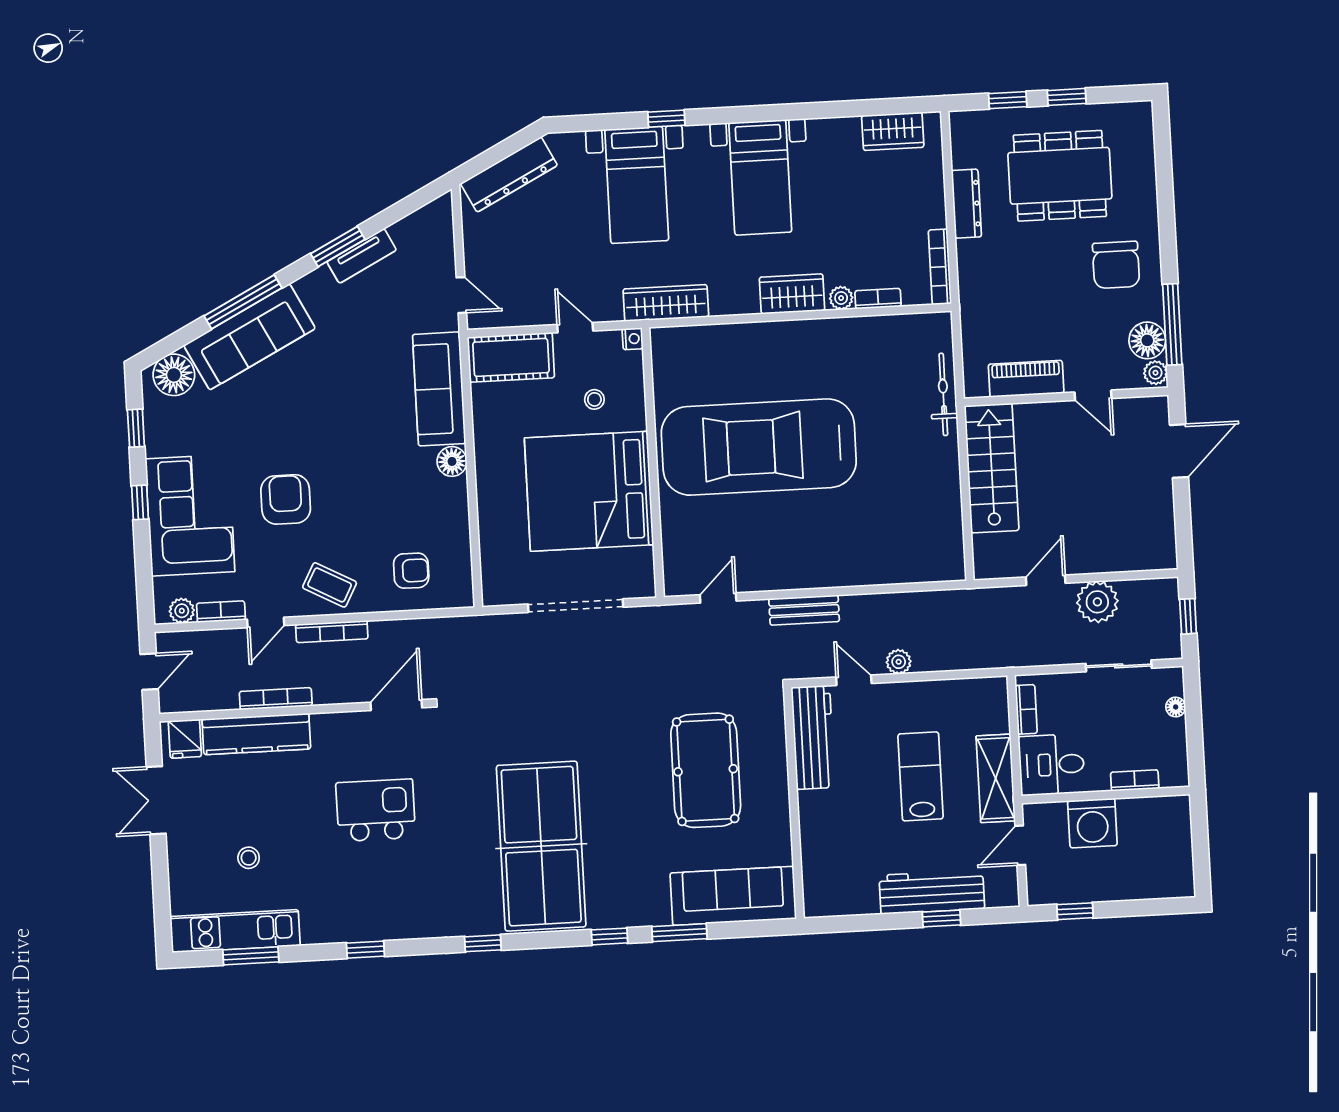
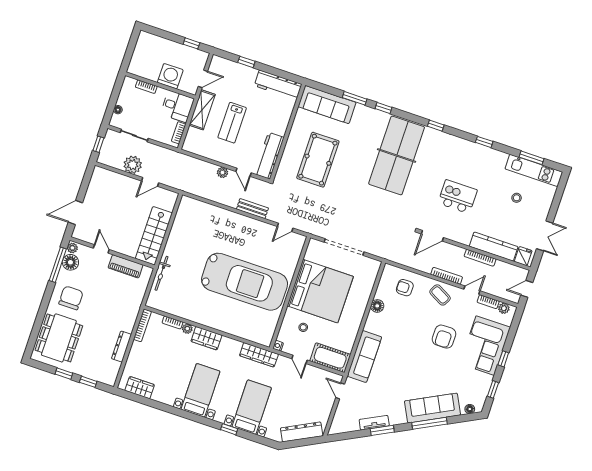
dining table: (1060, 176) -> (59, 338), moved, turned 90
floor lamp: (174, 375) -> (470, 409), width x0.53, depth x0.53
floor lamp: (452, 461) -> (377, 306), moved
kitchen island: (376, 810) -> (458, 197), turned 180
workbench: (932, 892) -> (278, 85), moved

